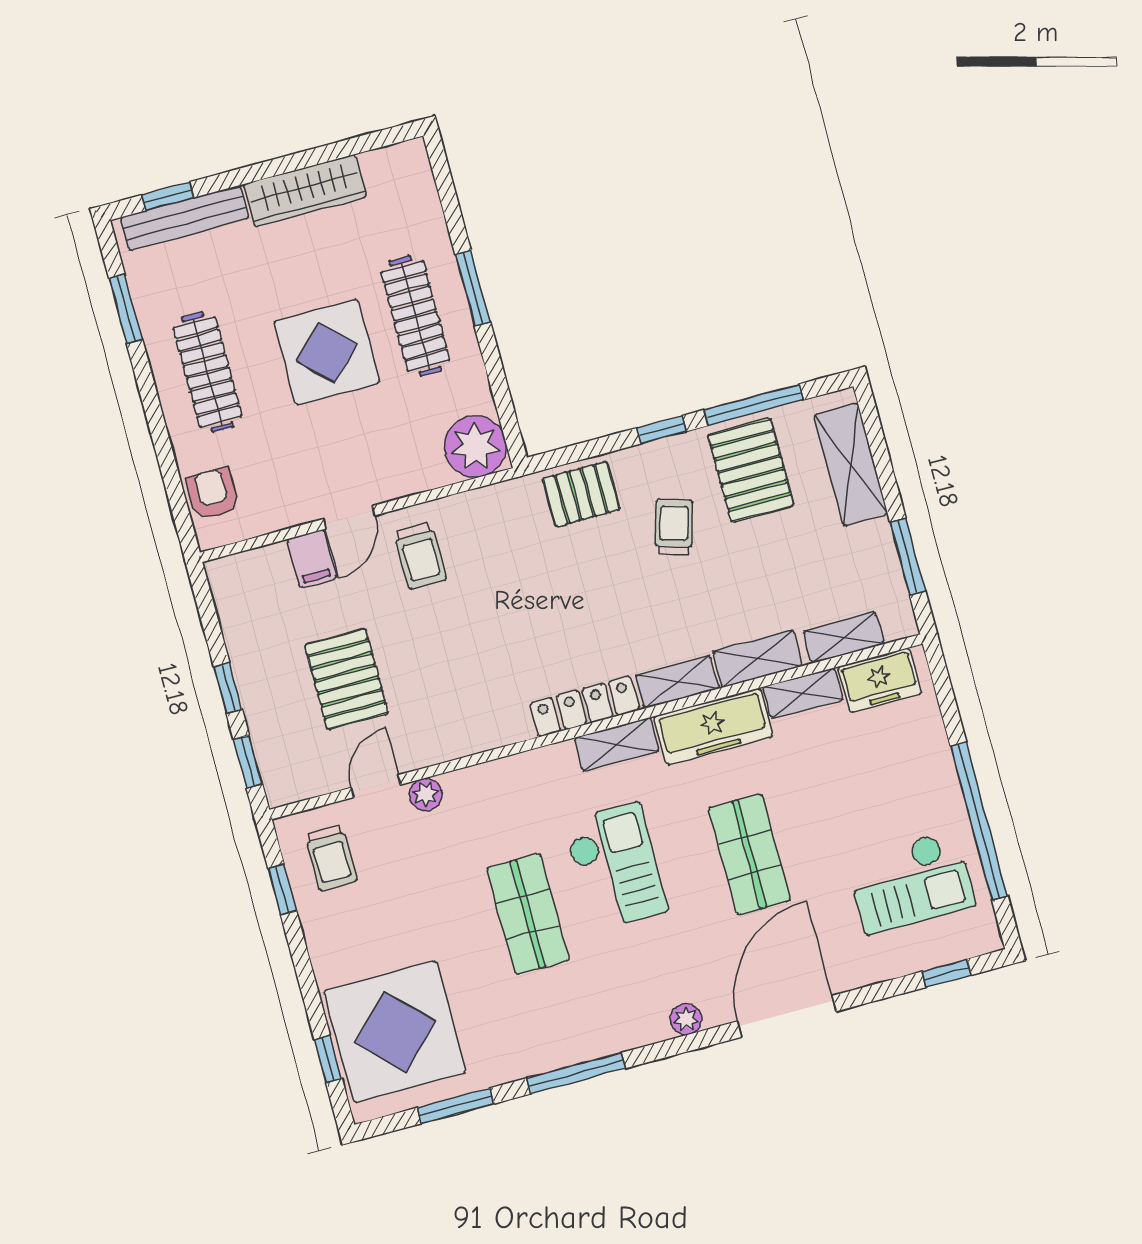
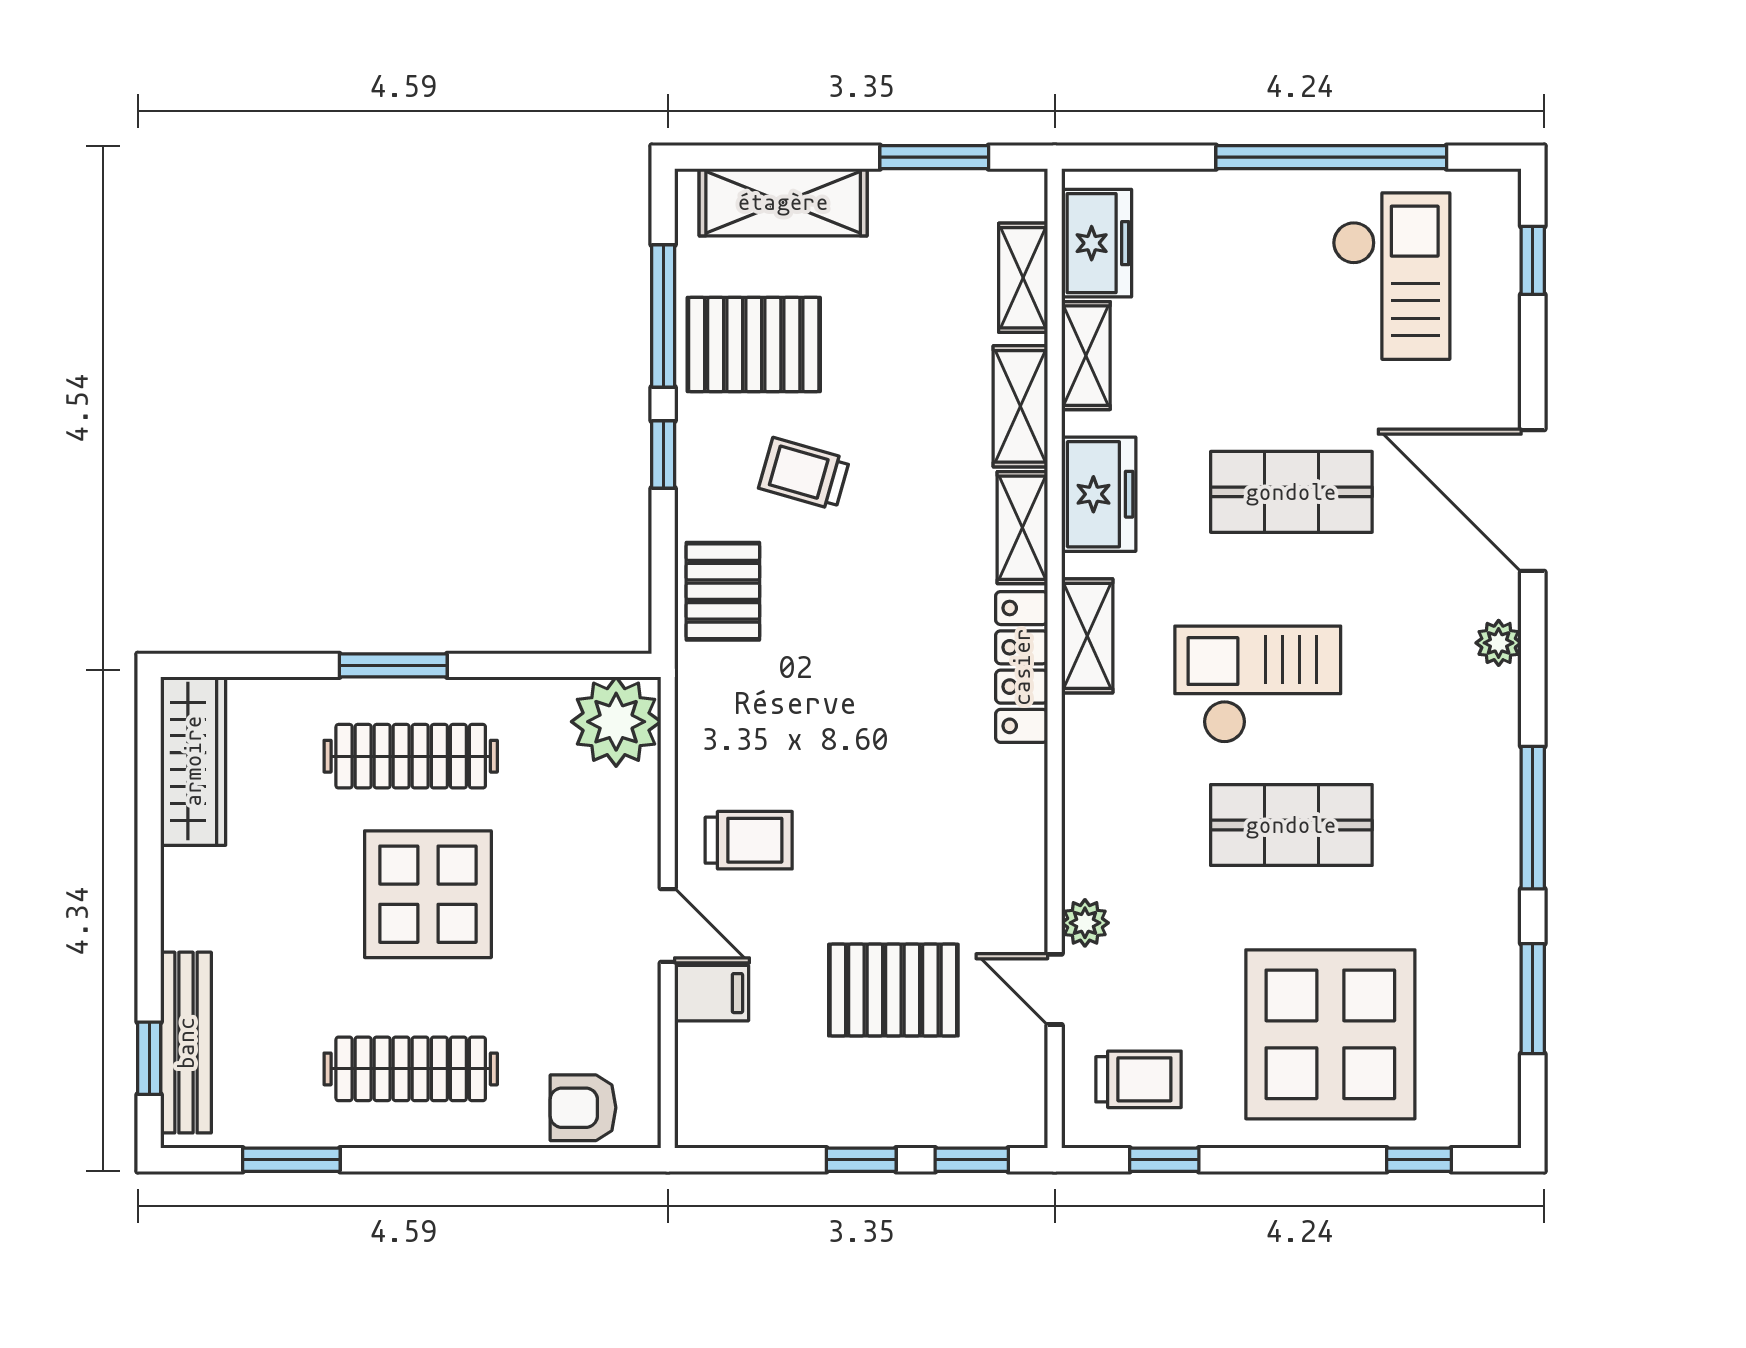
wardrobe: (305, 191) -> (193, 761), moved
freezer: (713, 727) -> (1099, 494), width x0.71
display table: (395, 1032) -> (1330, 1034), moved

